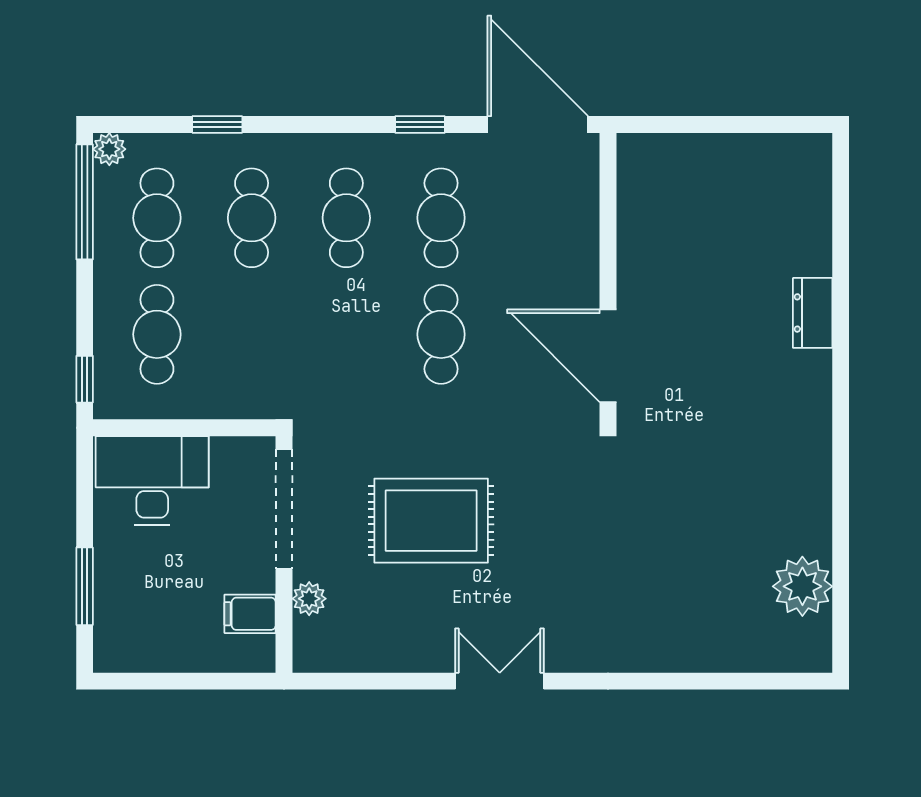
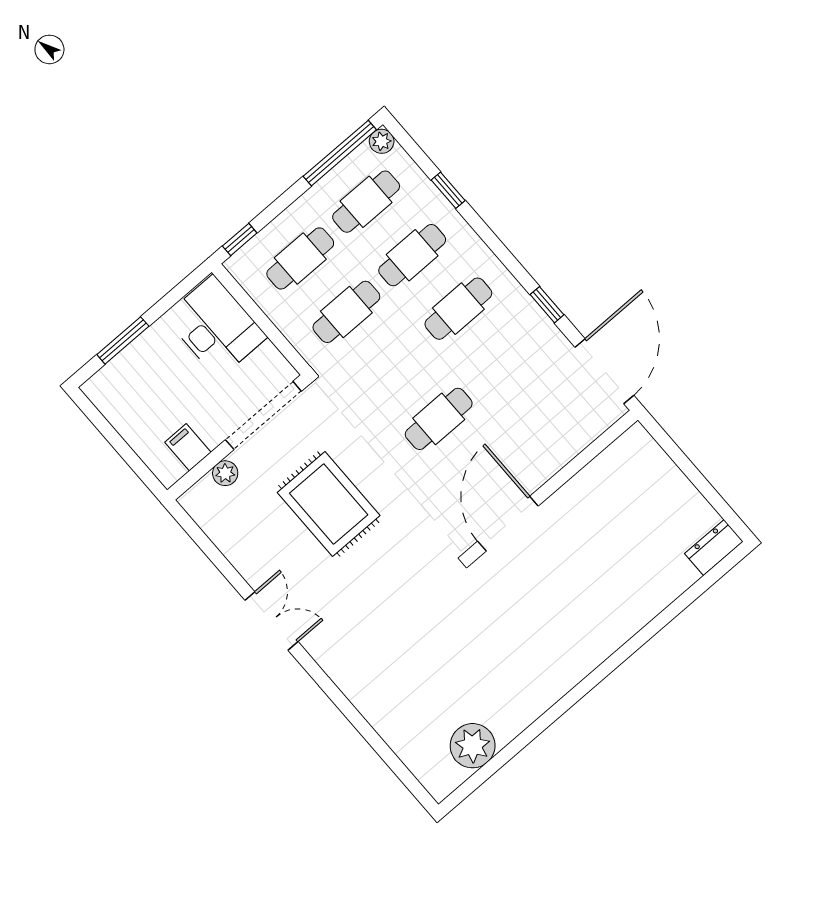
cafe table: (441, 218) -> (346, 312), moved
dresser: (813, 313) -> (714, 548), moved

